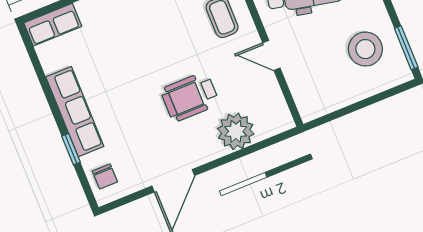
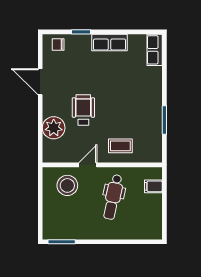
stool: (365, 49) -> (67, 185), moved
row of seats: (75, 112) -> (109, 42), width x0.68

